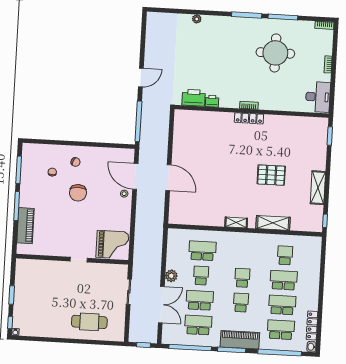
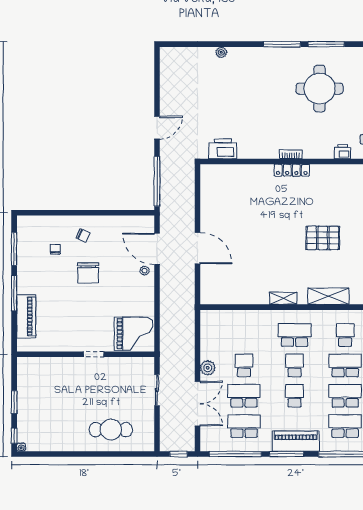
printer: (212, 101) -> (343, 152), moved
school desk: (202, 251) -> (295, 335), moved

